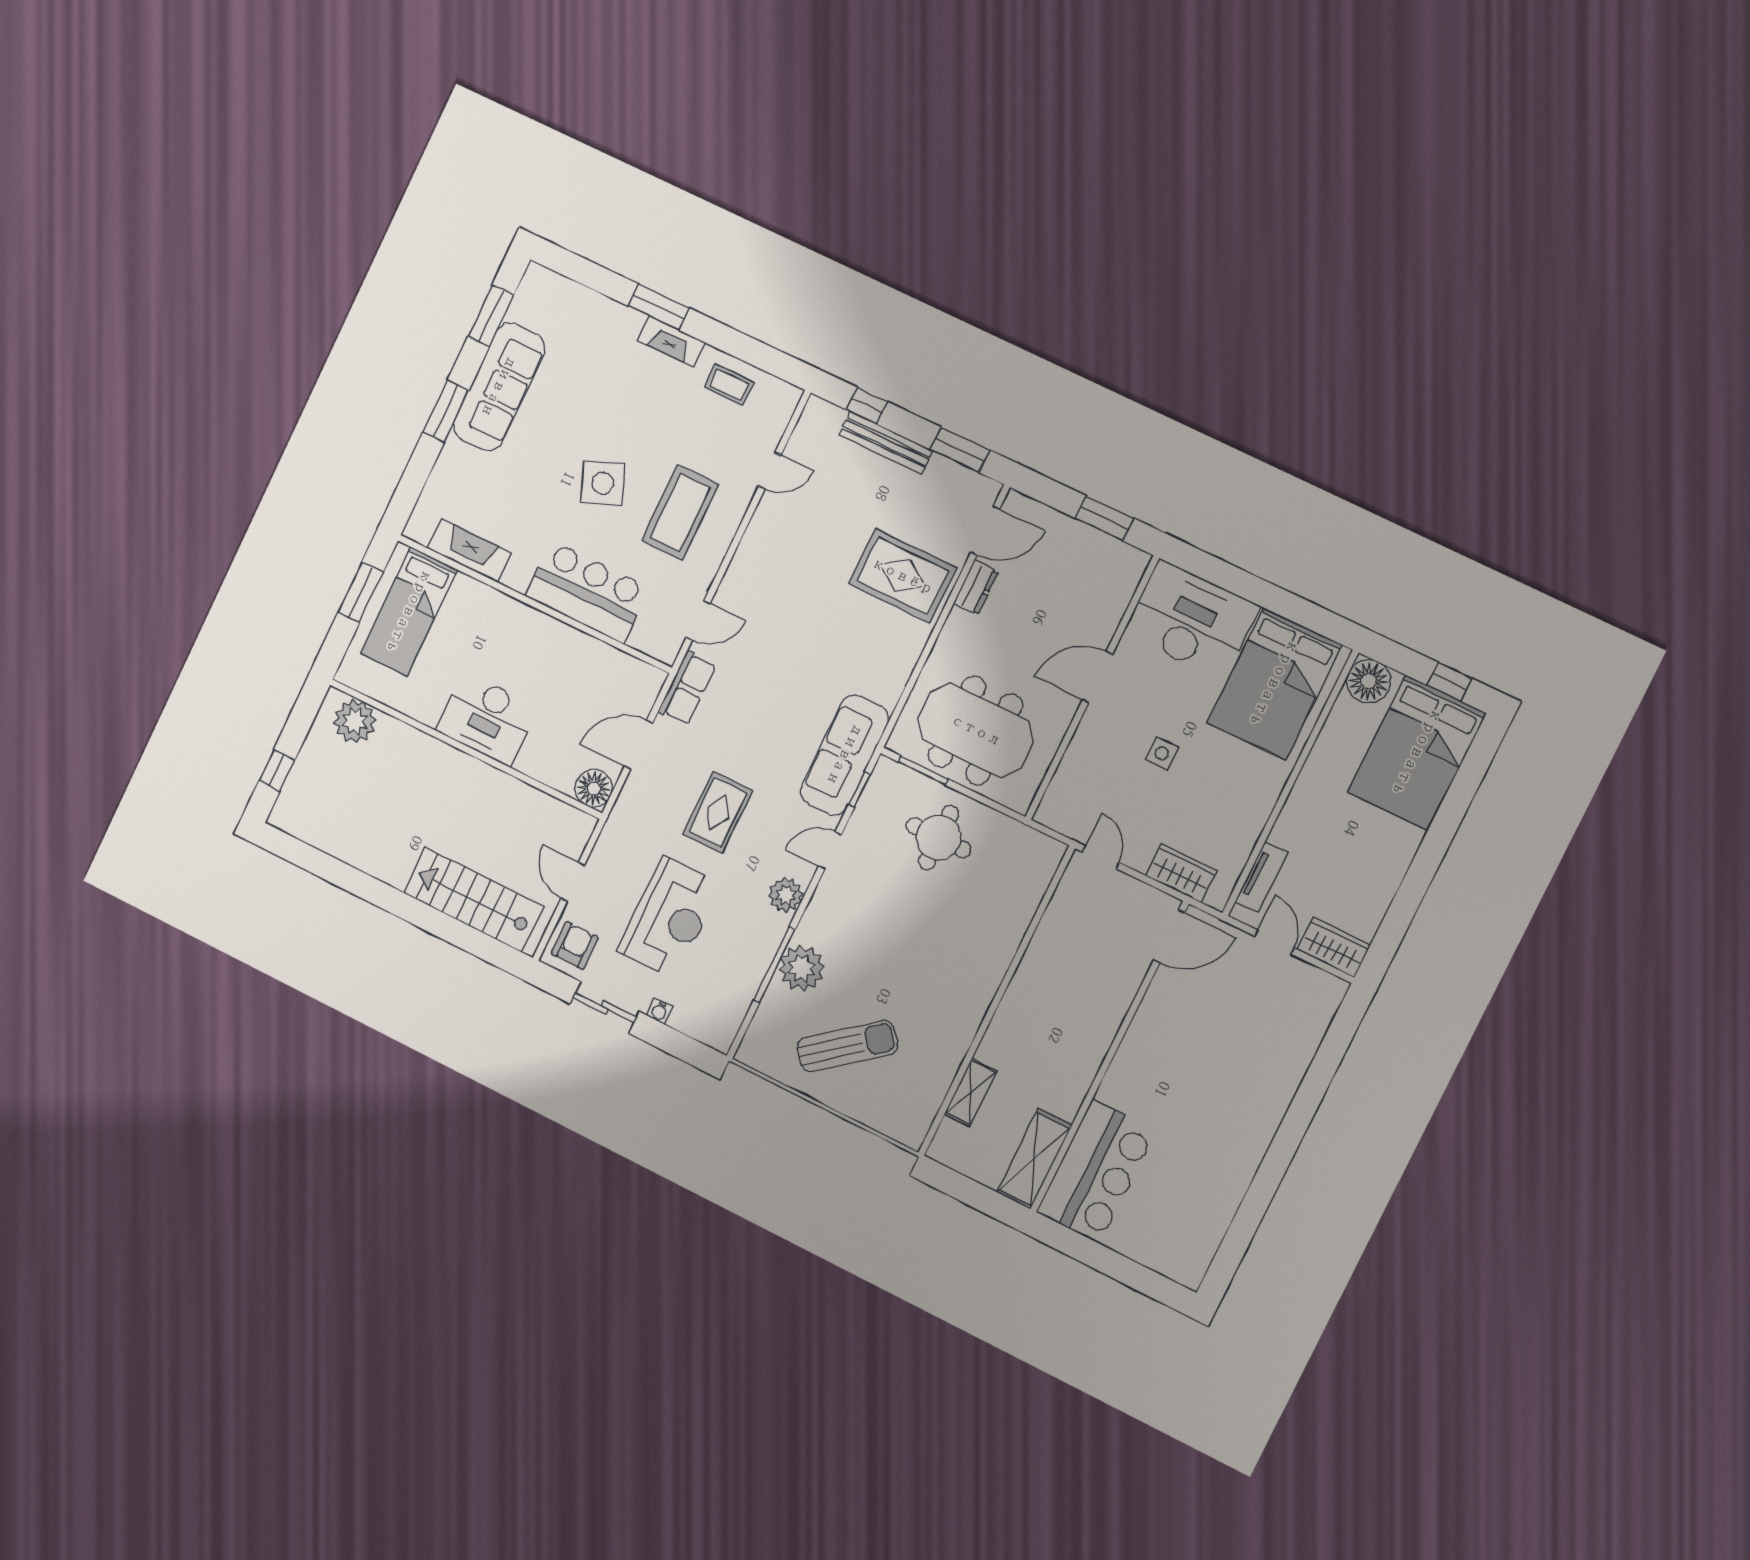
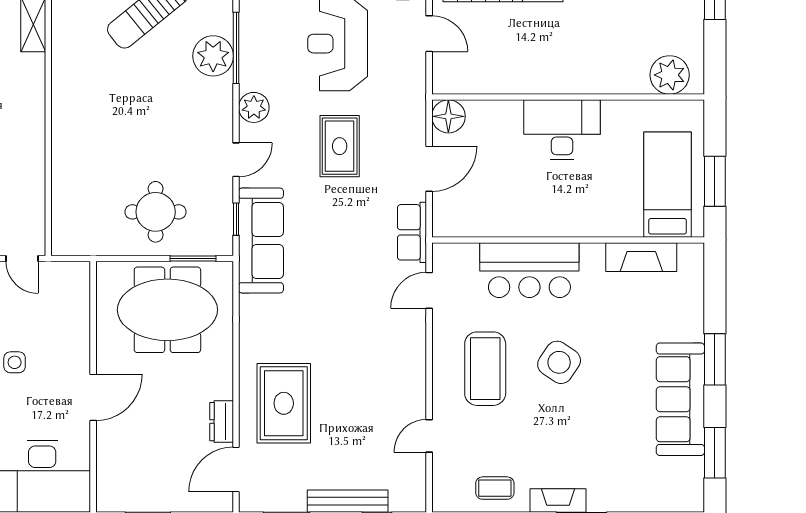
side table: (603, 483) -> (559, 362), turned -35
rug: (903, 576) -> (284, 403), turned 90

